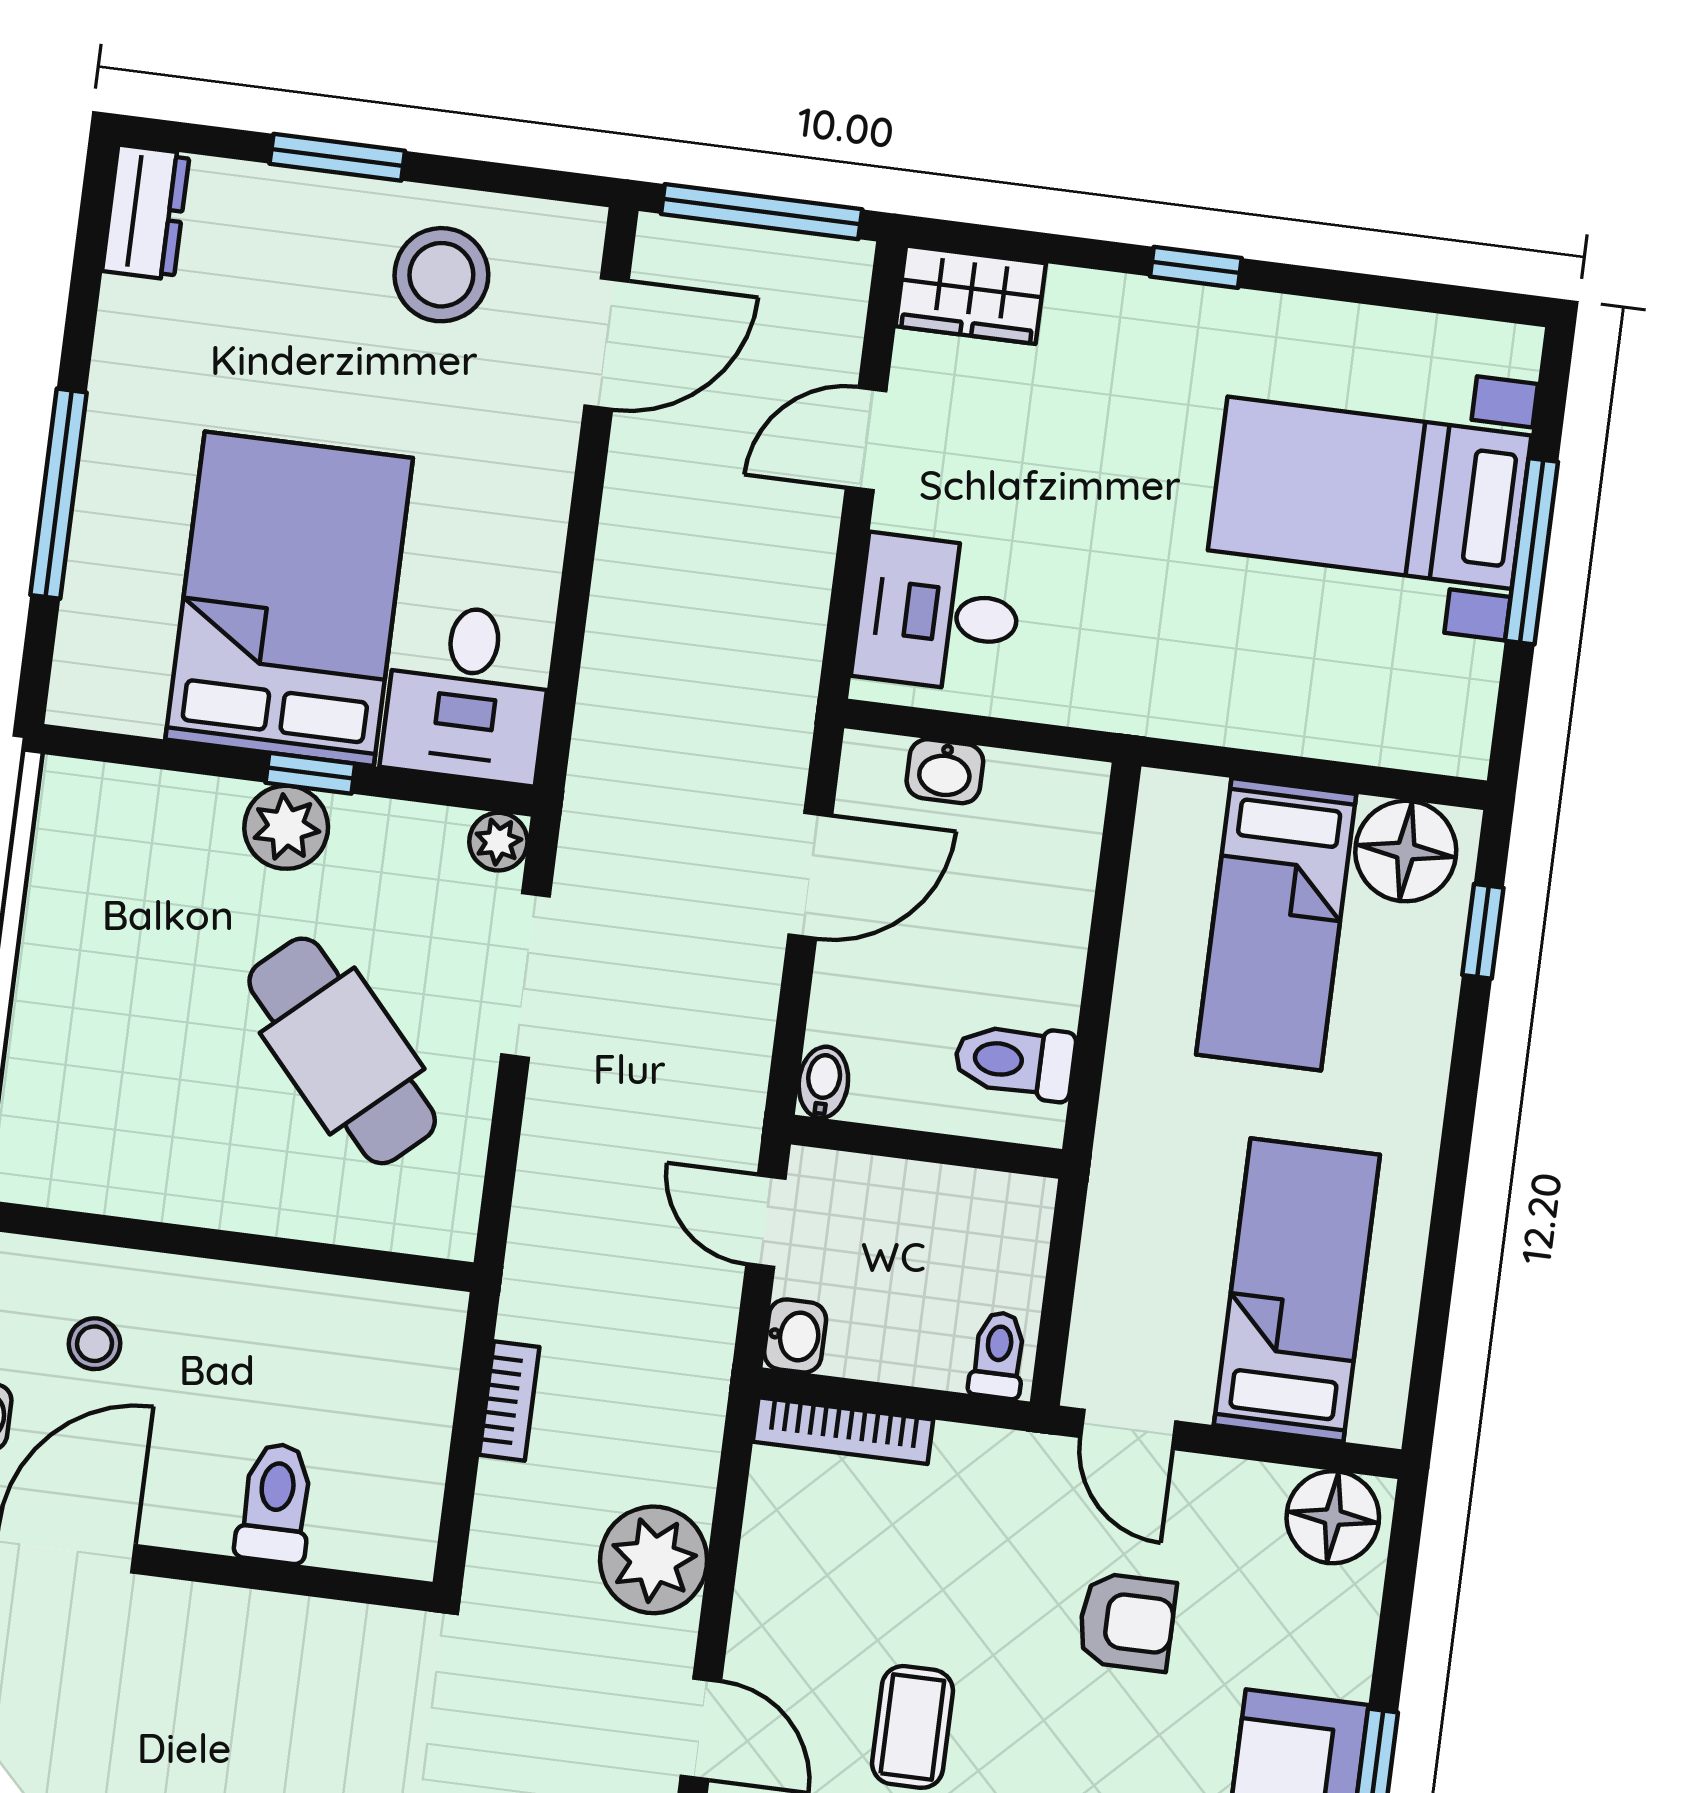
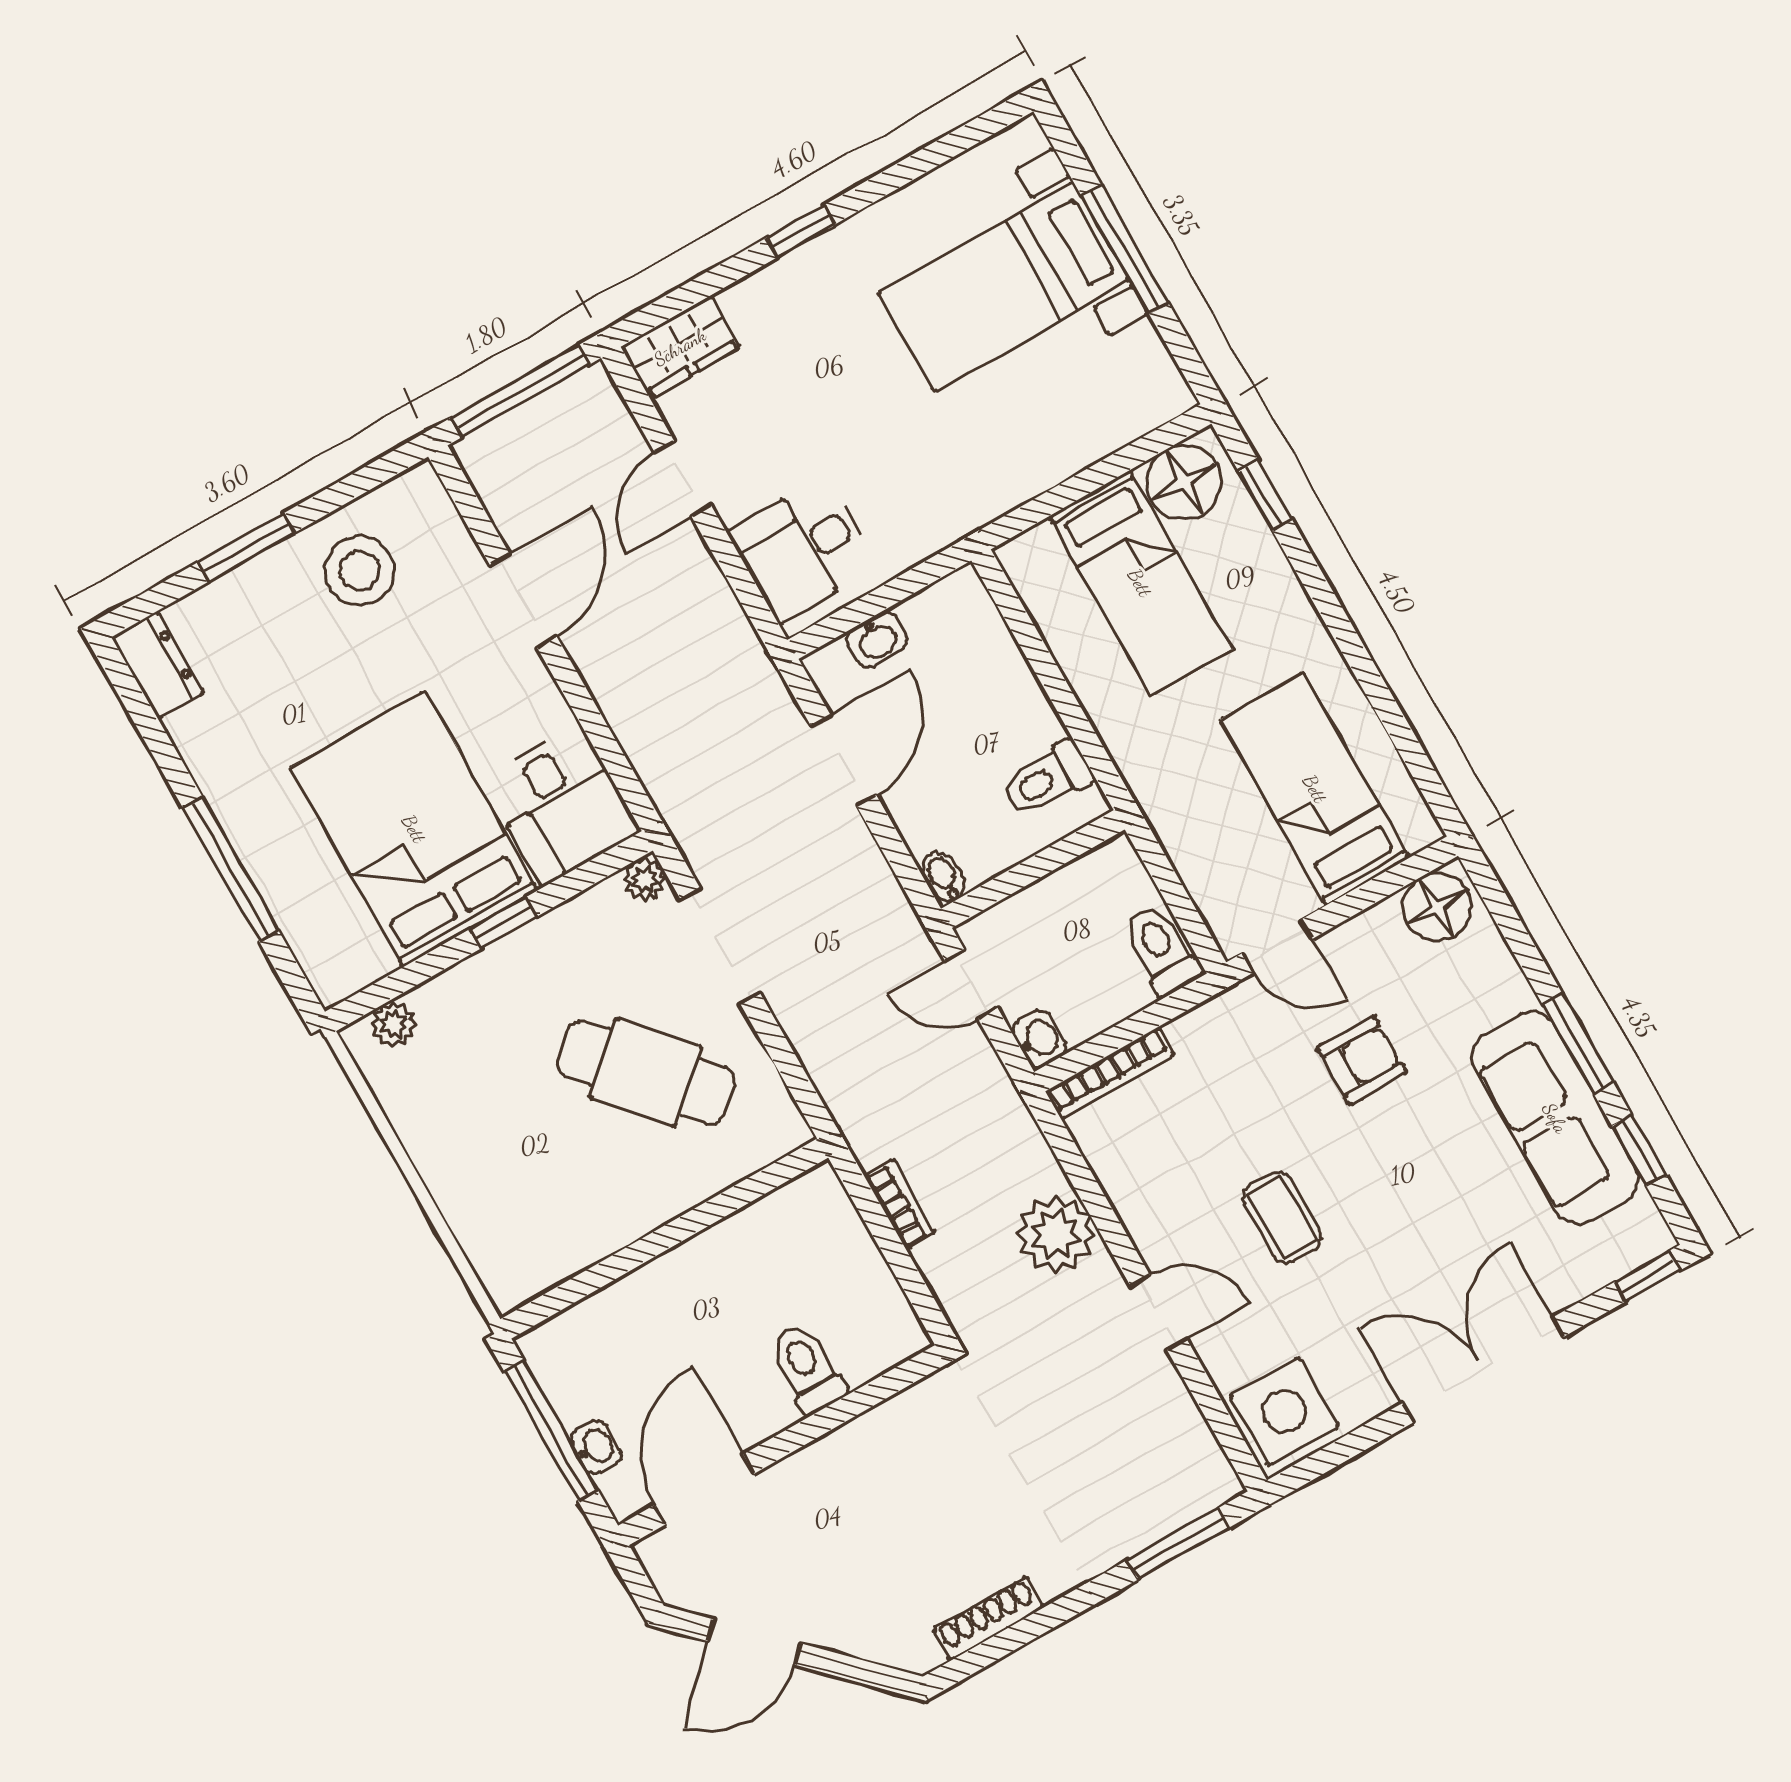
door: (606, 343) -> (523, 601), moved
plant: (286, 827) -> (393, 1024), moved, width x0.73, depth x0.73
stool: (95, 1344) -> (630, 1355), removed
toilet: (998, 1355) -> (1162, 950), width x1.37, depth x1.39

